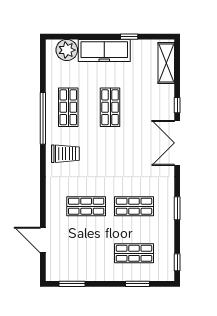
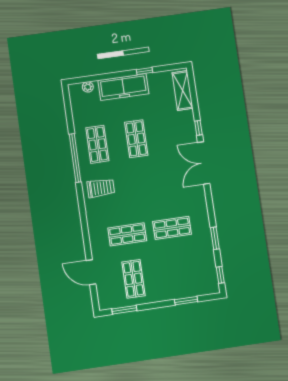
plant: (67, 50) -> (88, 87), width x0.53, depth x0.53
window: (177, 208) -> (215, 238), moved
shop shelf: (134, 253) -> (133, 279), moved, turned 90

